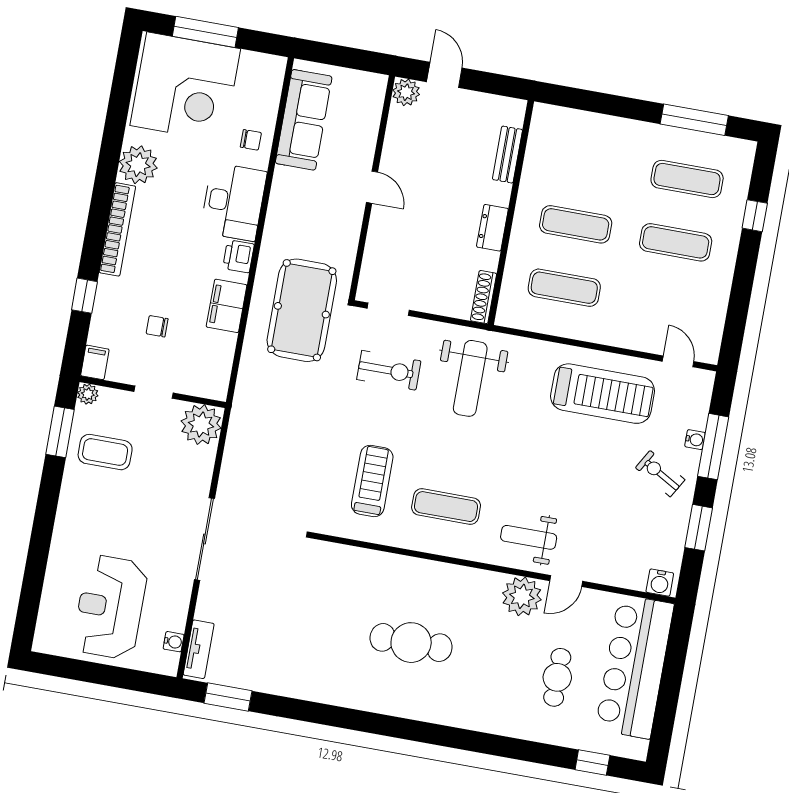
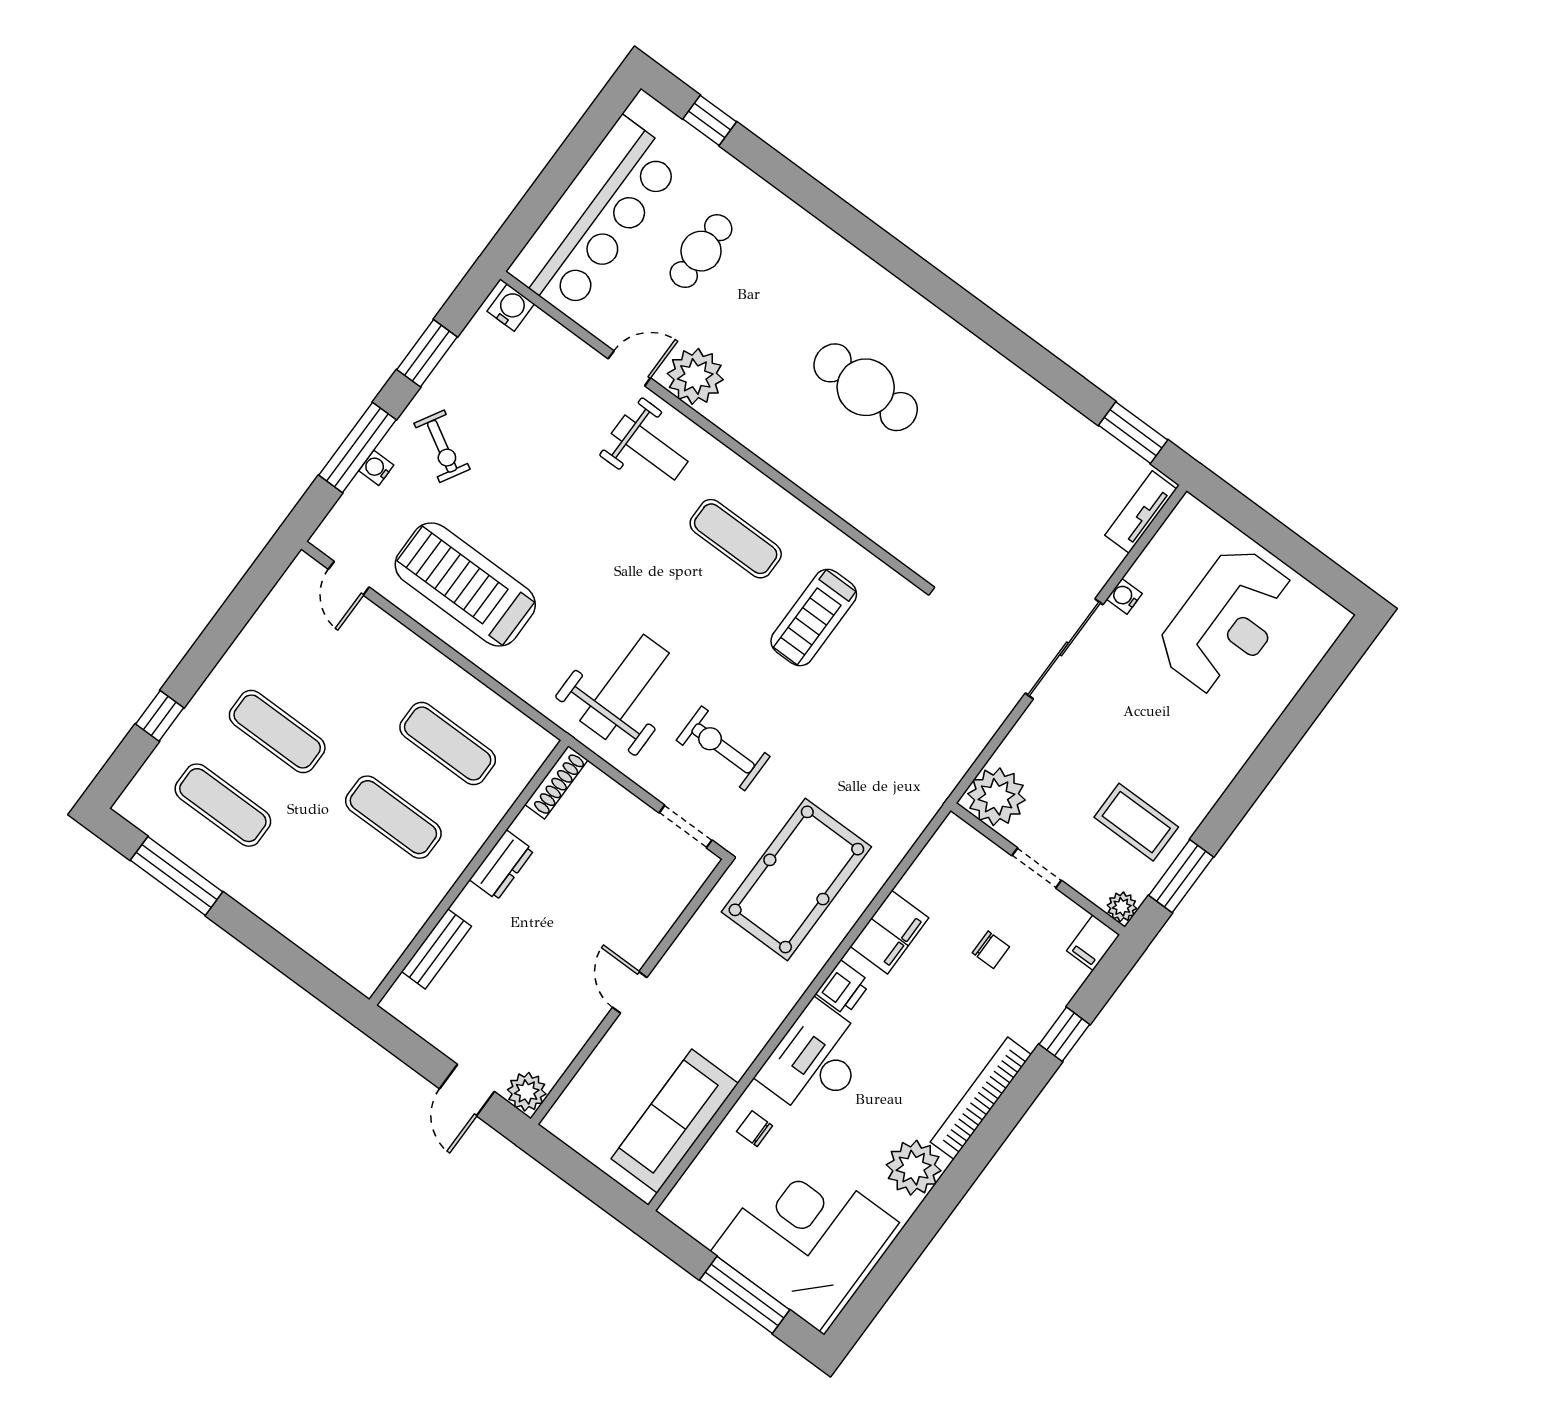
water cooler: (174, 642) -> (1124, 596), moved

